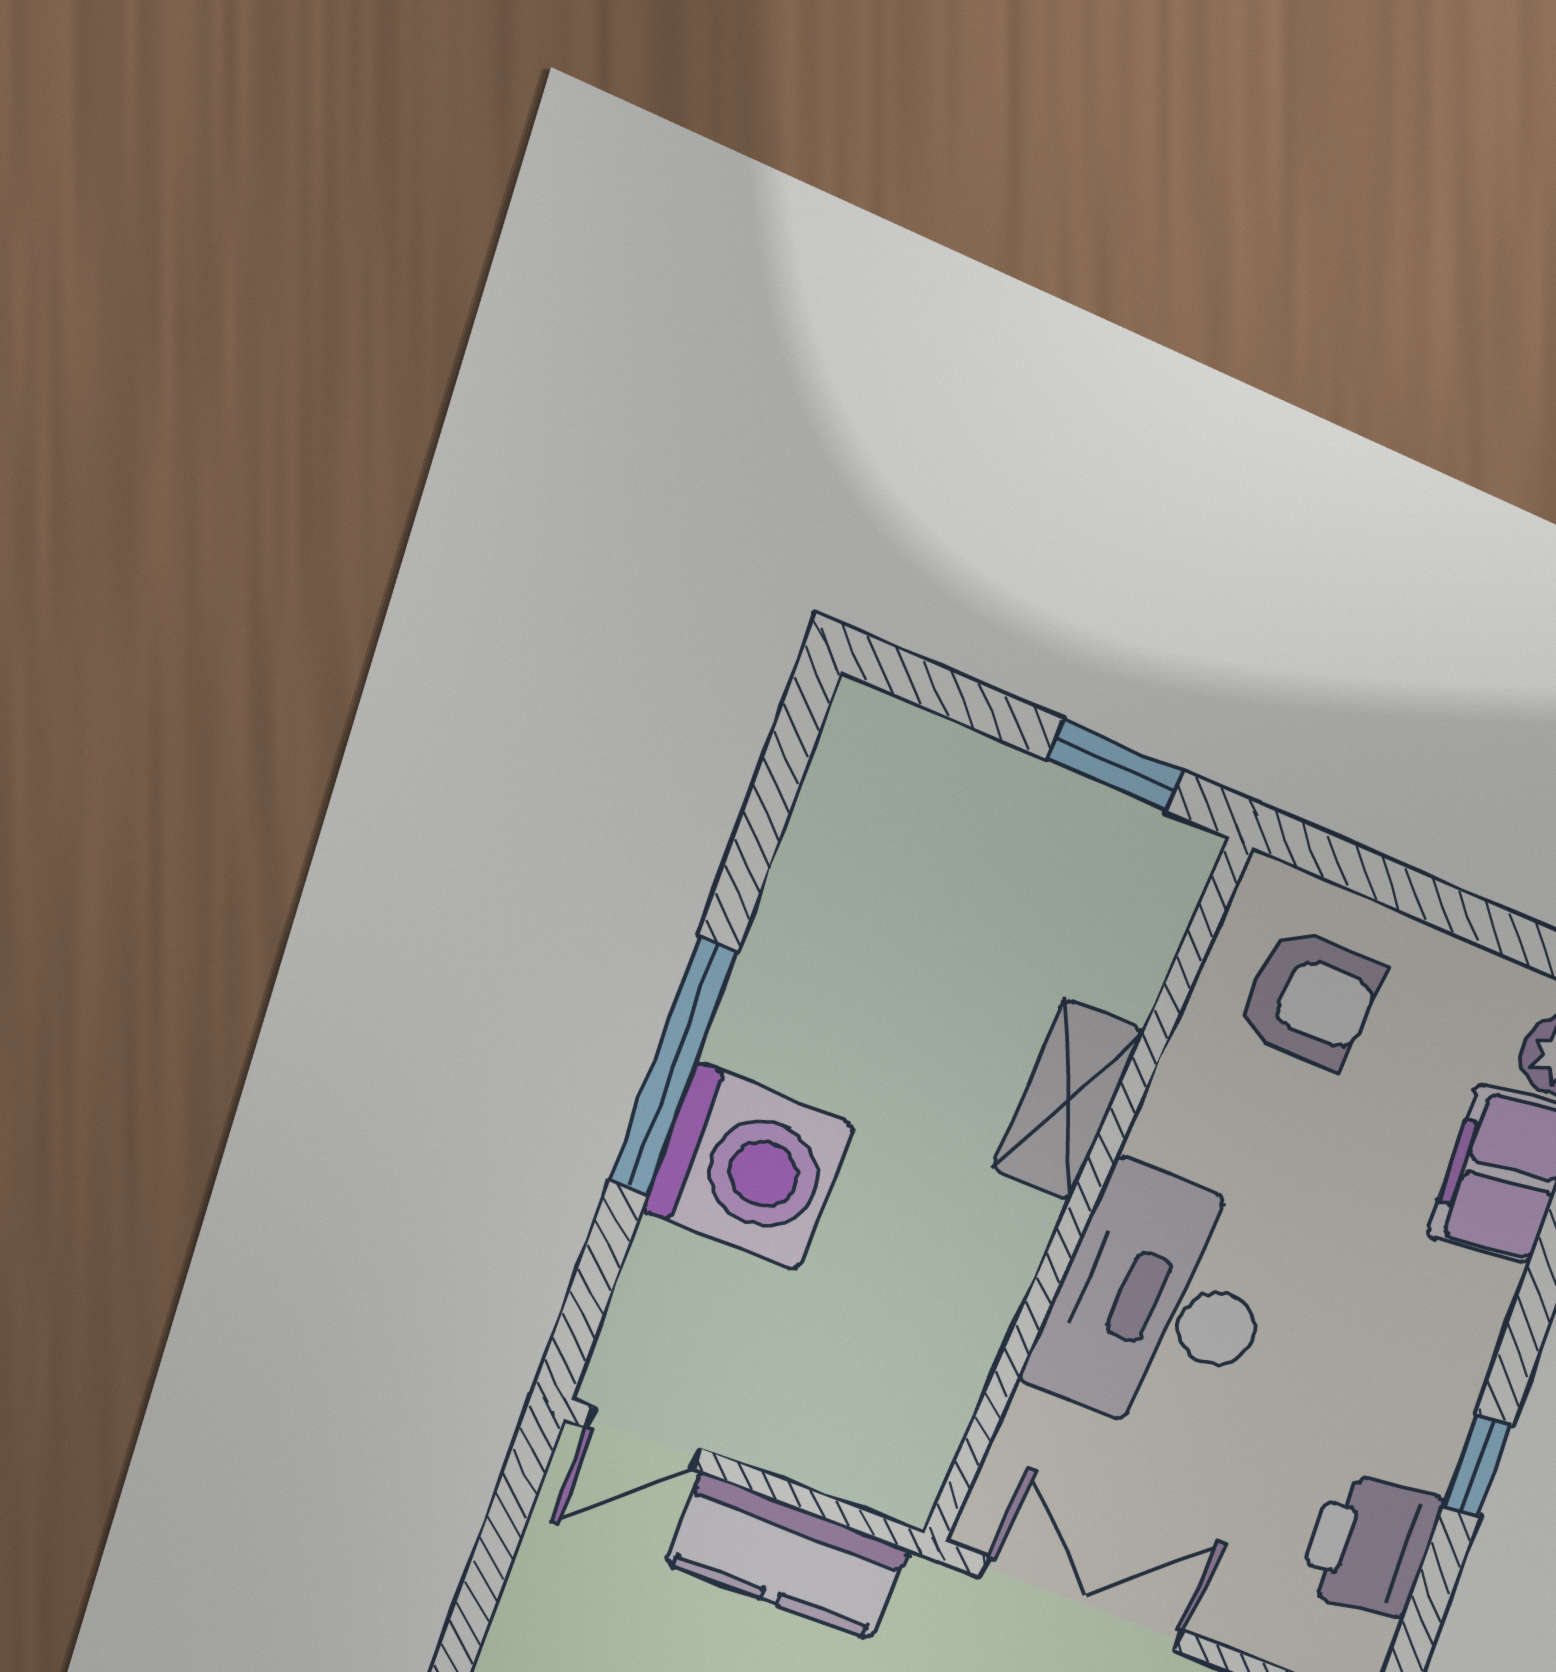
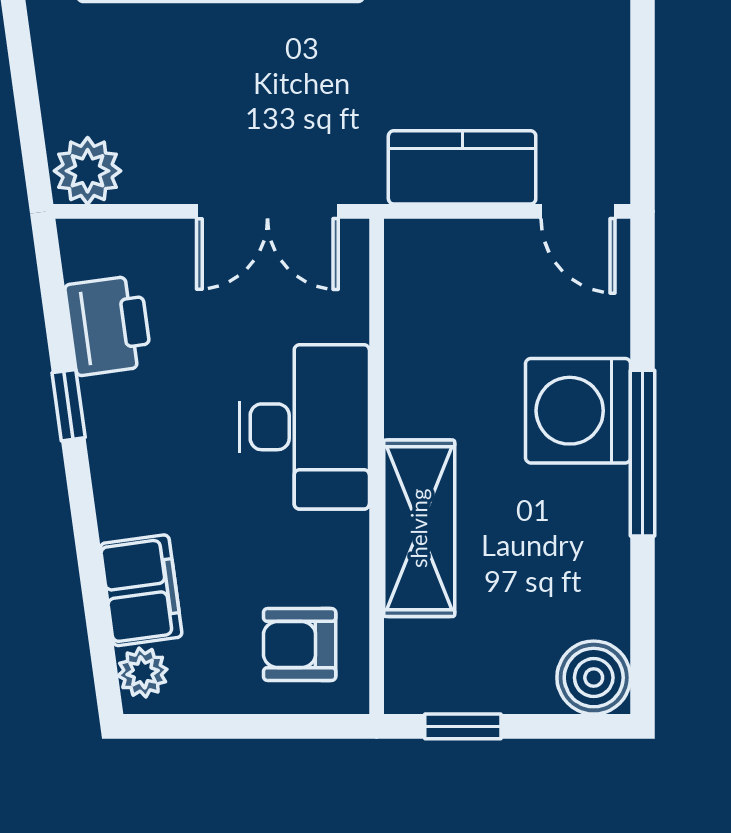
boiler: (877, 755) -> (594, 678), added
shelving: (1068, 1101) -> (419, 528), width x1.50, depth x1.33
door: (644, 1438) -> (578, 211), swing flipped

